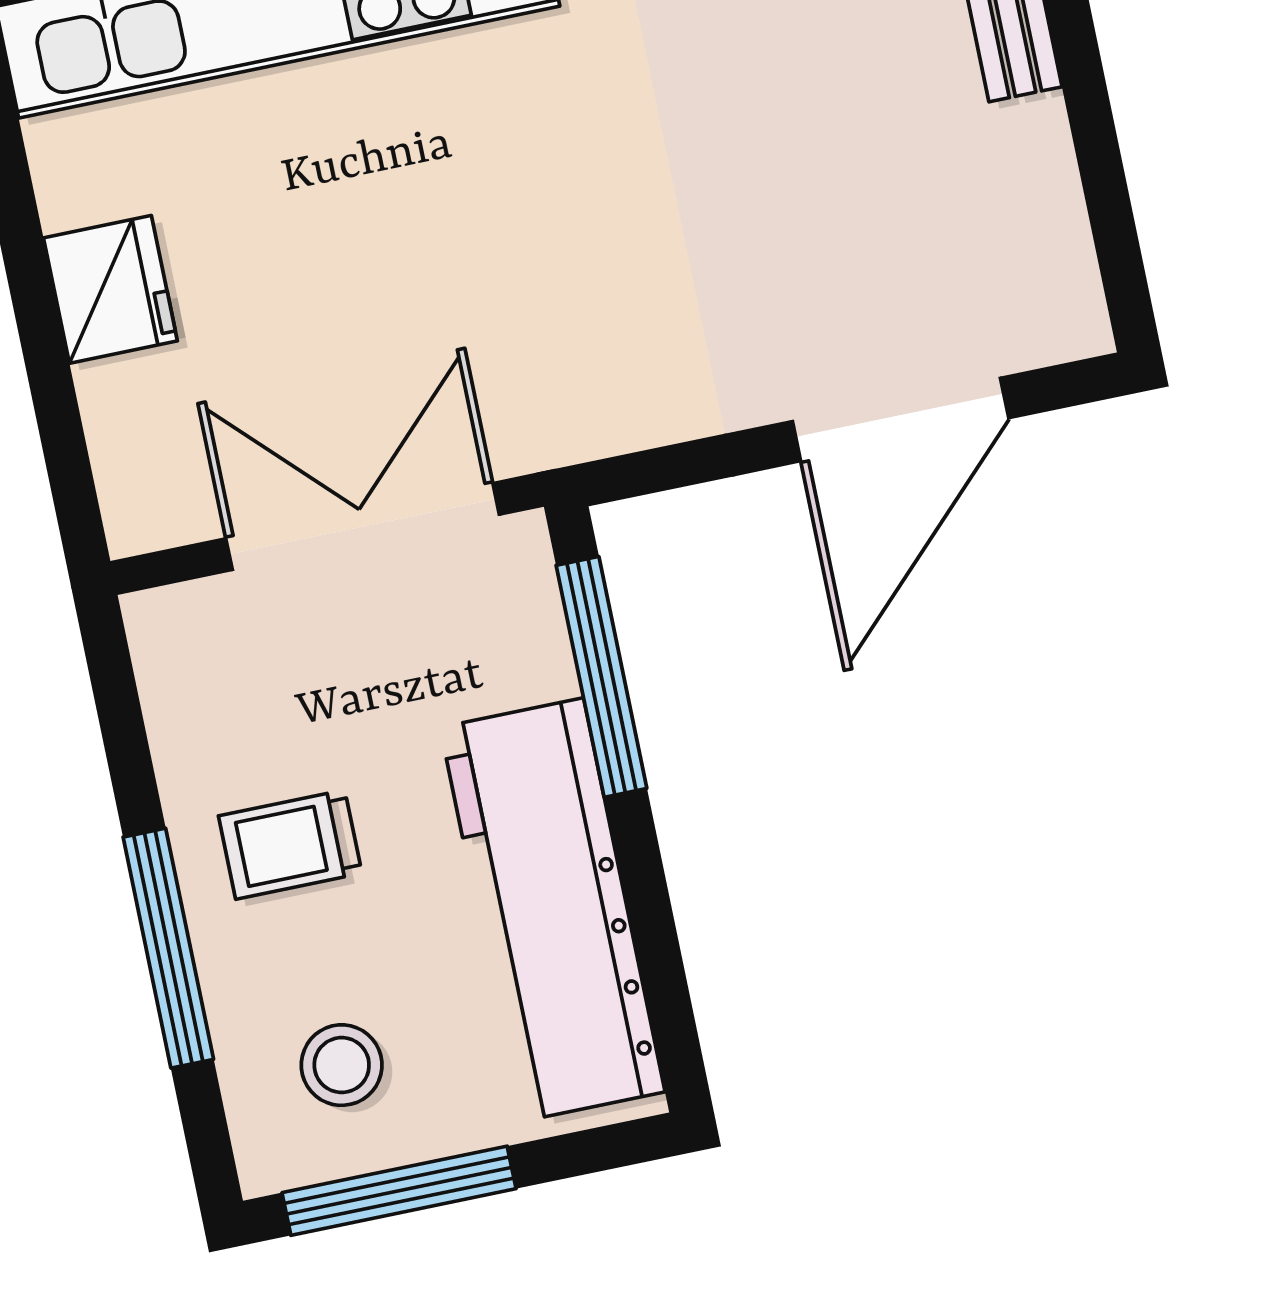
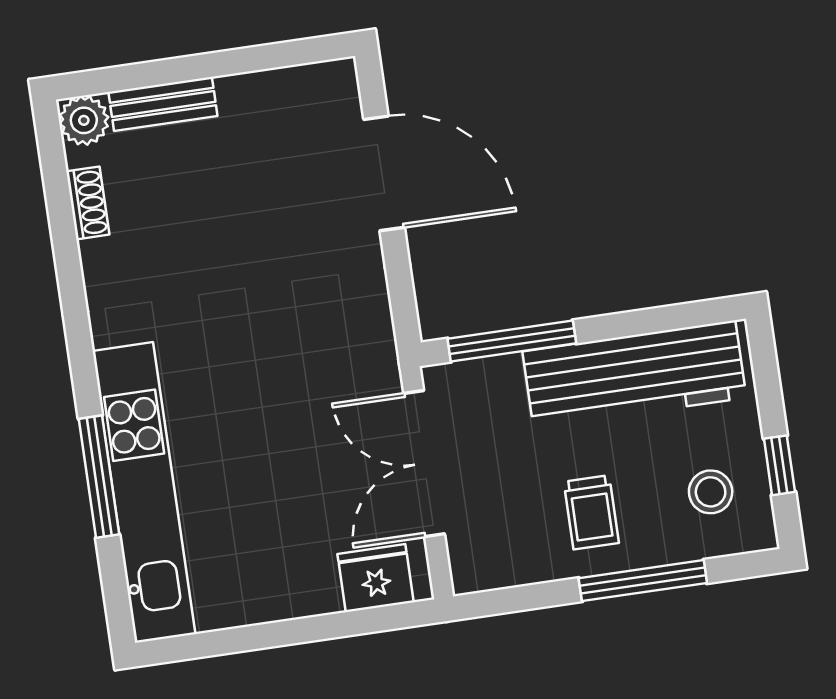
fridge: (110, 289) -> (376, 578), moved
window: (399, 1191) -> (779, 465), width x0.46

